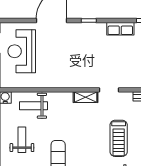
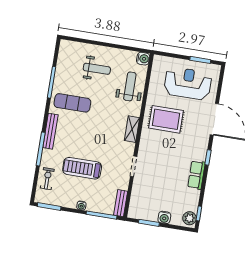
row of seats: (120, 29) -> (197, 175), moved
rug: (59, 66) -> (166, 119), added
shelving: (86, 97) -> (132, 129), moved

